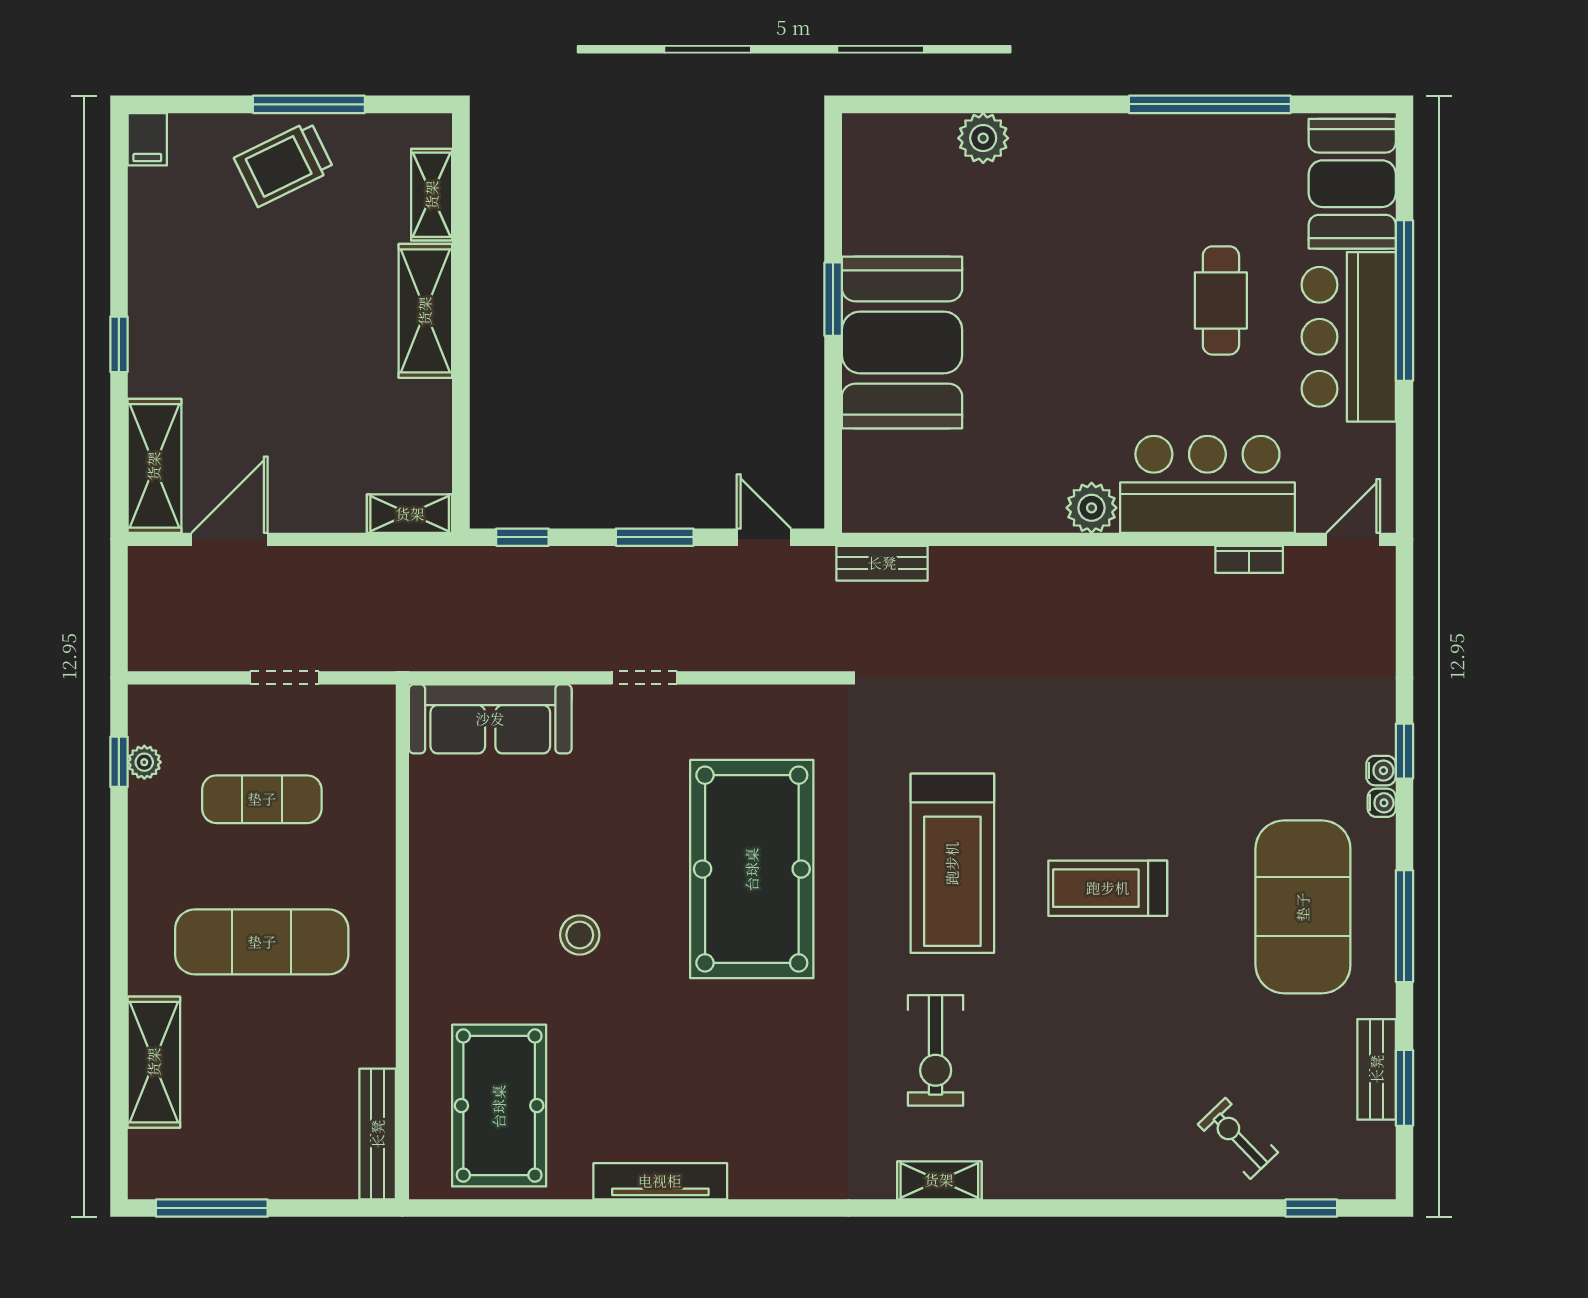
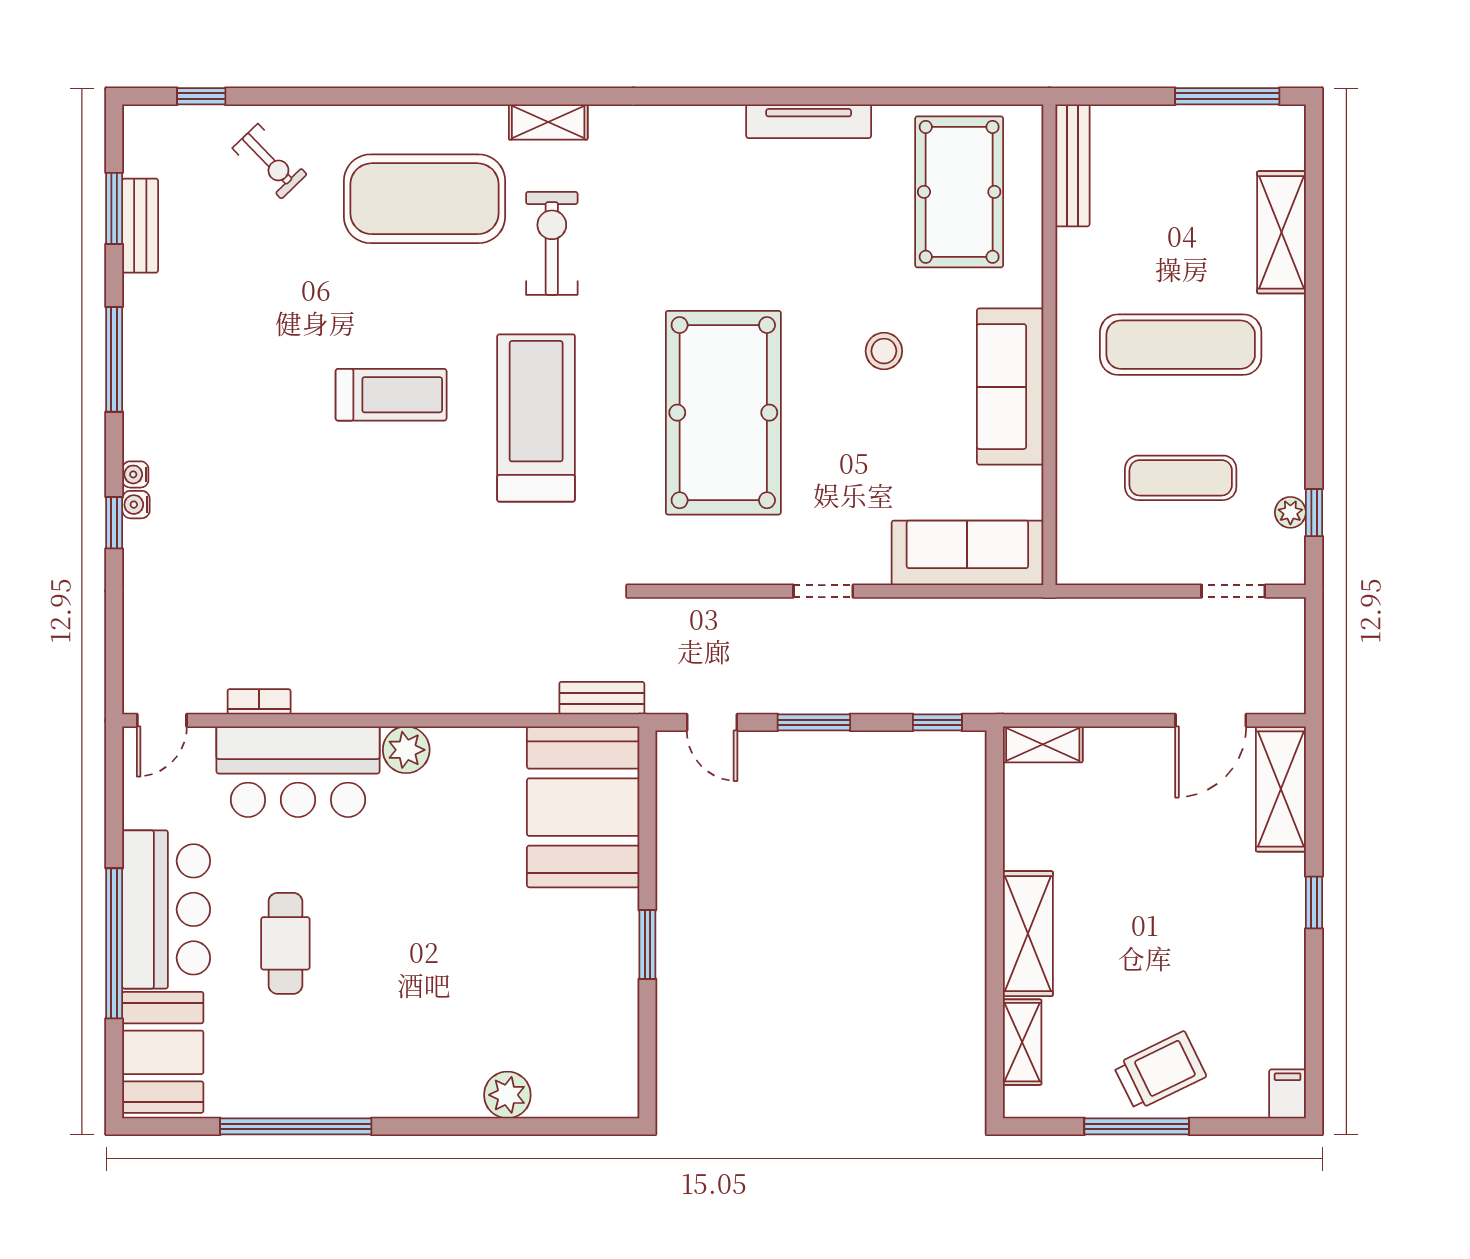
booth: (902, 342) -> (583, 807), moved
doorway: (285, 678) -> (1233, 591), moved
sofa: (445, 897) -> (1010, 387), added
exercise mat: (1303, 907) -> (425, 199), moved, turned 90

